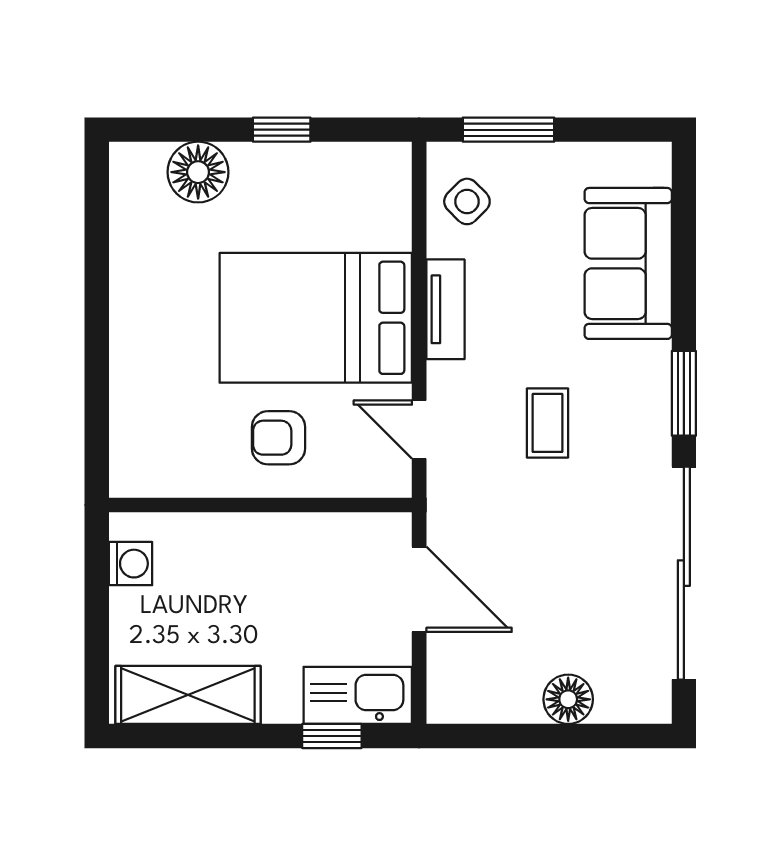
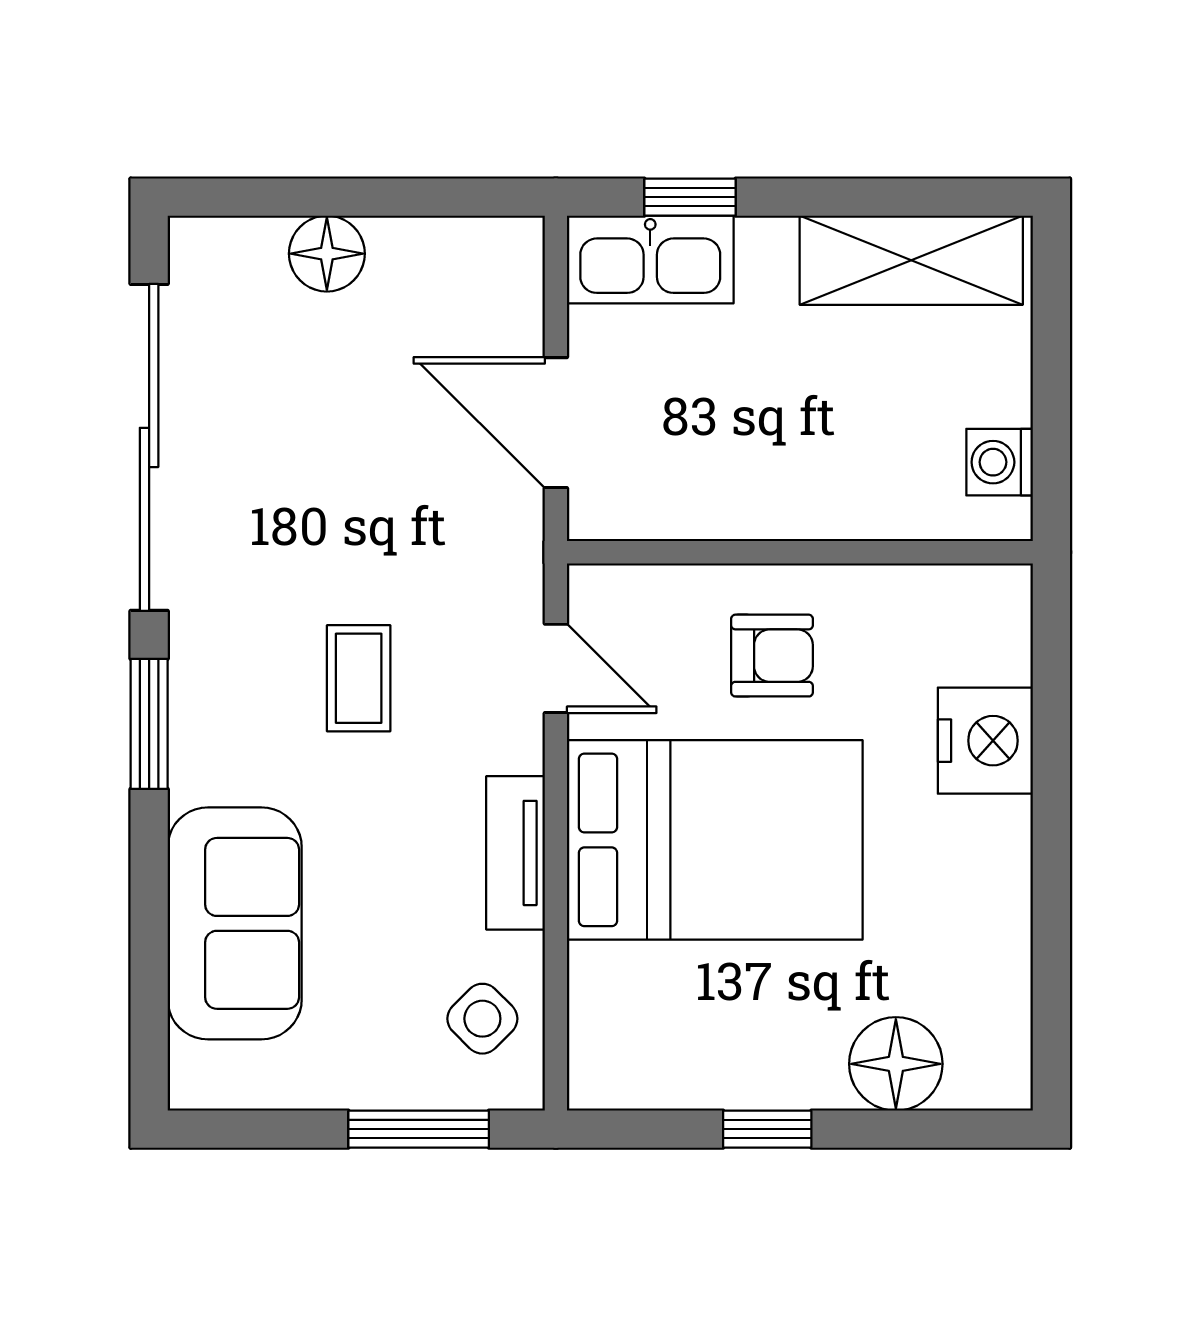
nightstand: (140, 382) -> (985, 741), added

